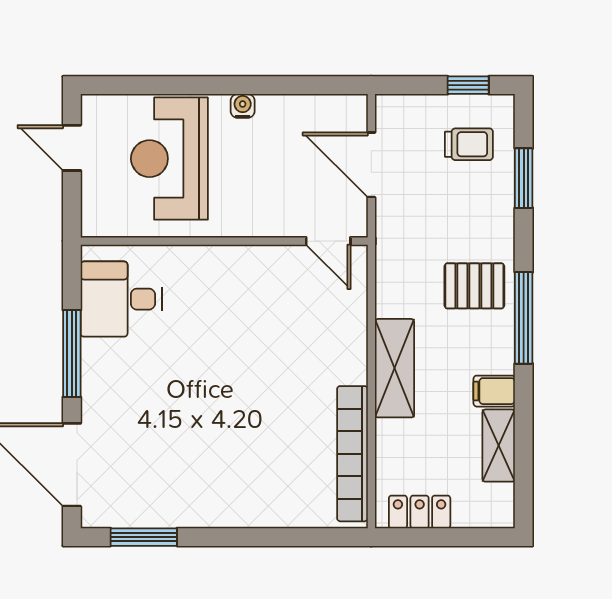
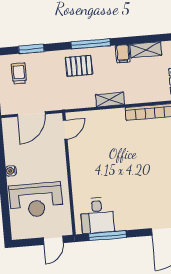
door: (72, 148) -> (53, 240), moved
pallet: (474, 286) -> (79, 66), turned 90
window: (72, 354) -> (107, 236), moved
shelving: (394, 368) -> (110, 99), width x0.67, depth x0.75

